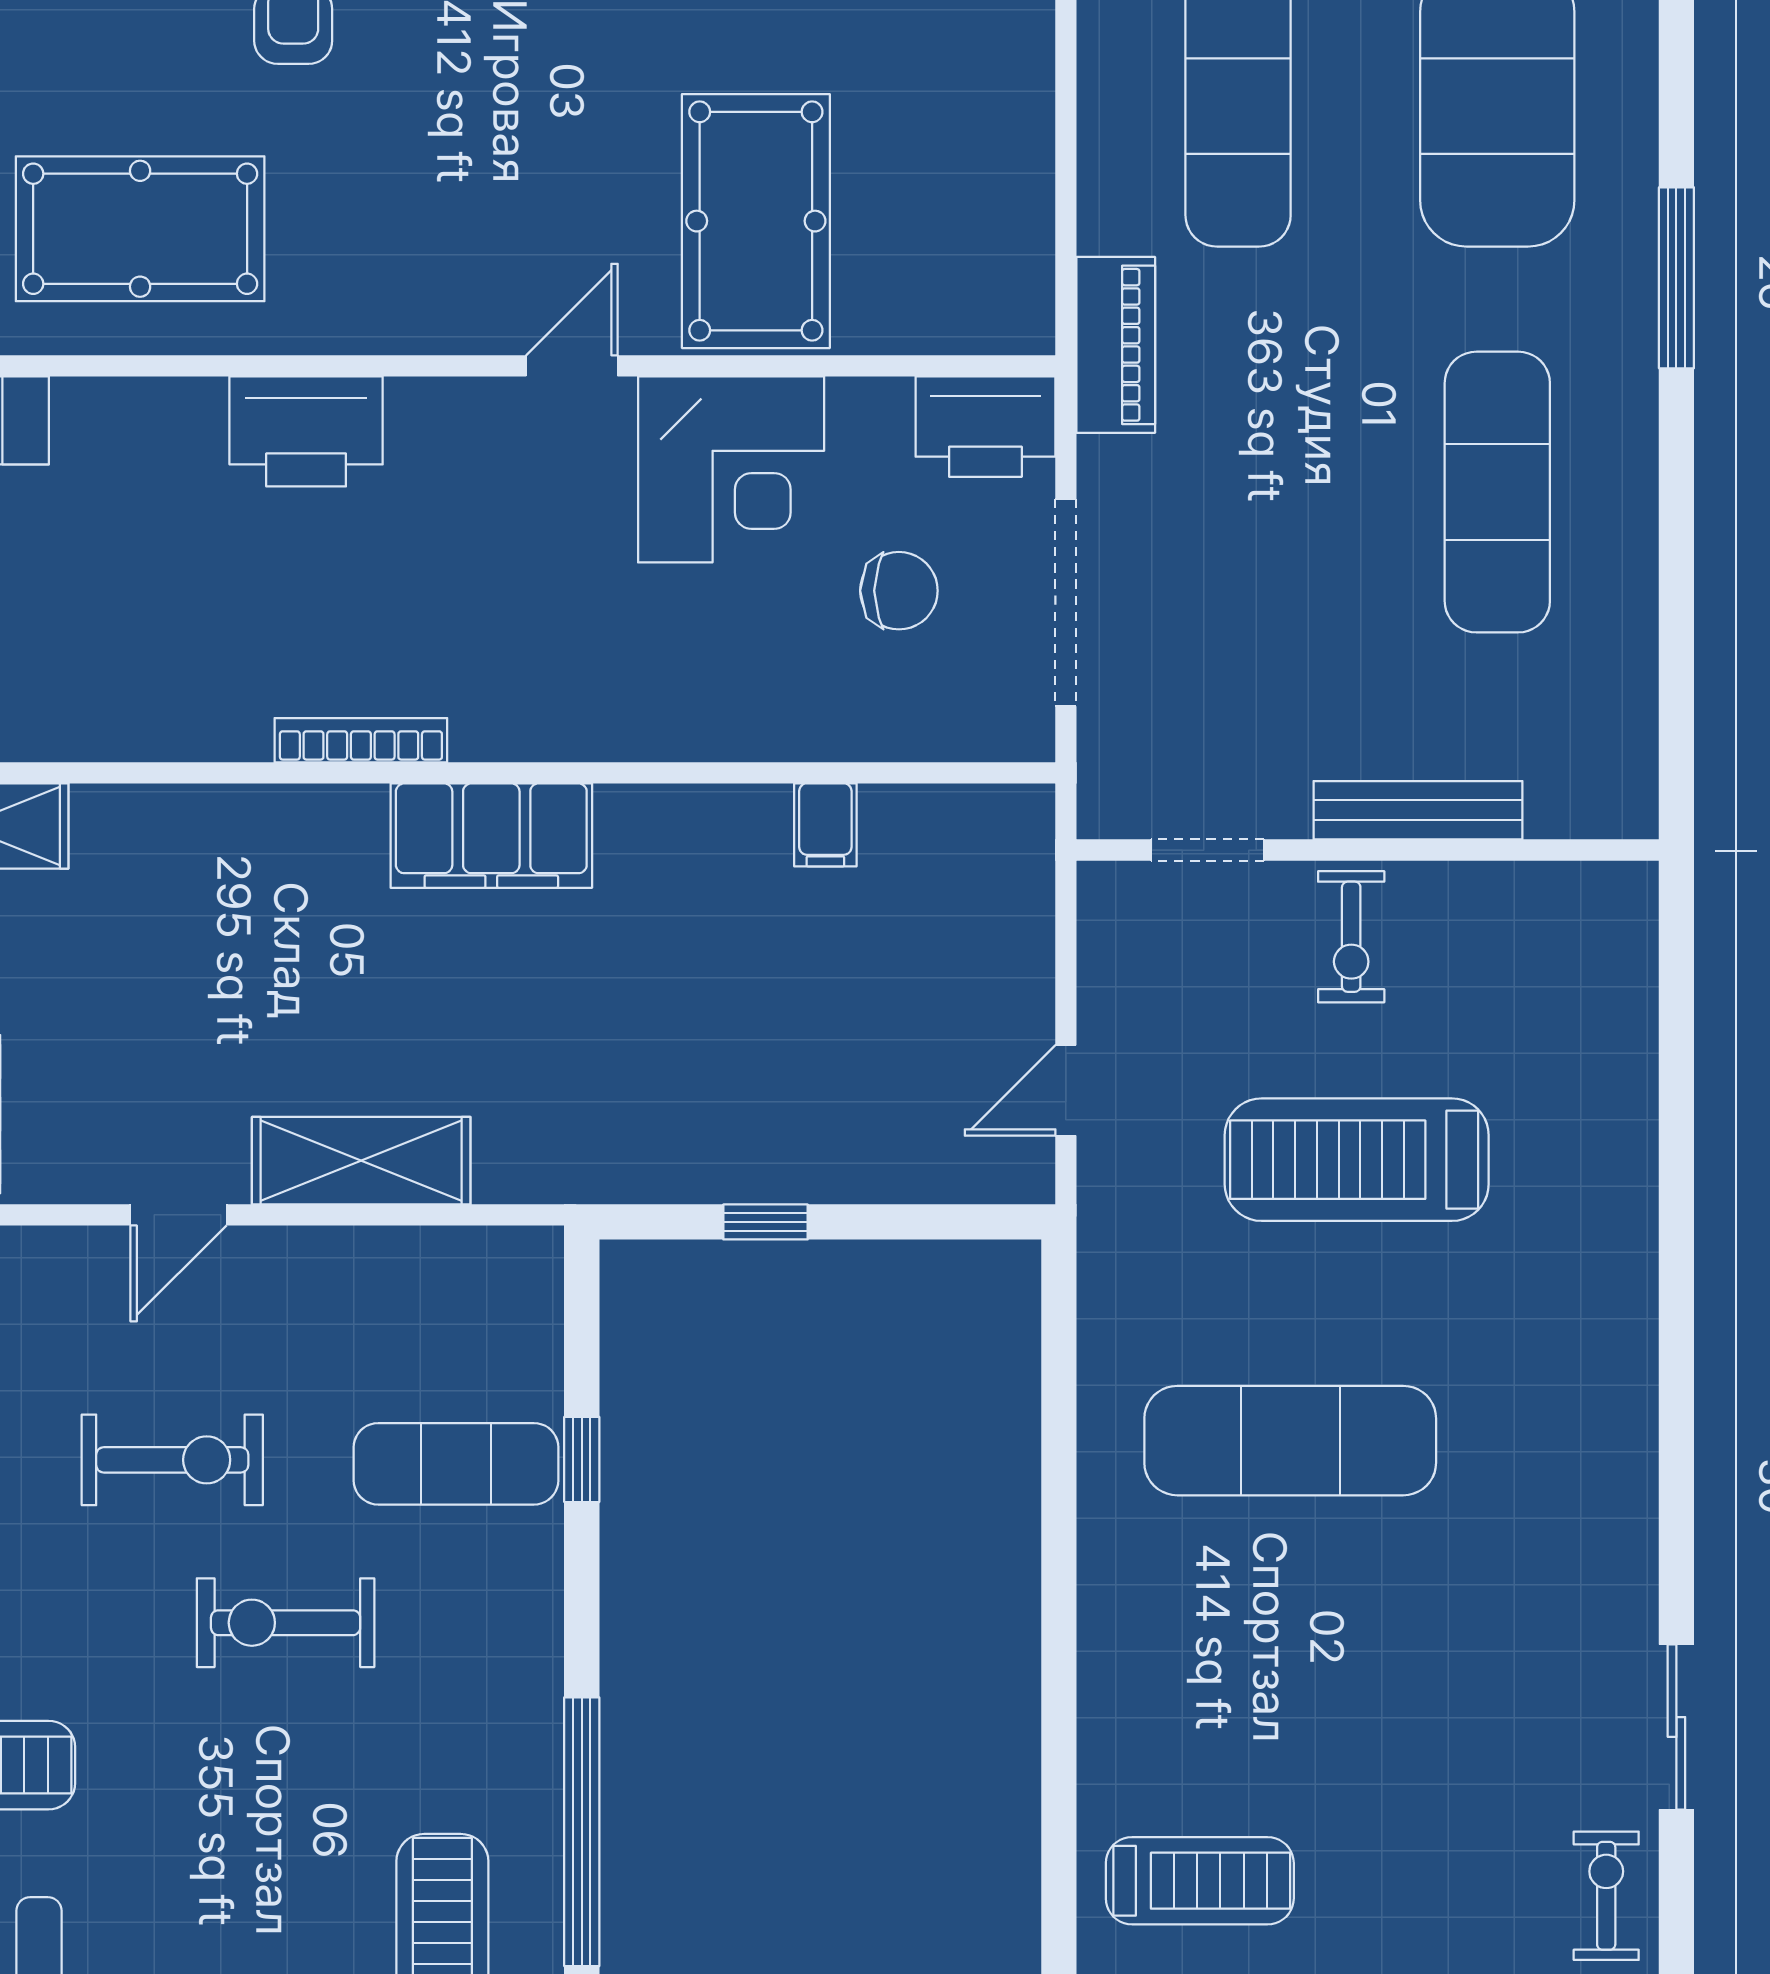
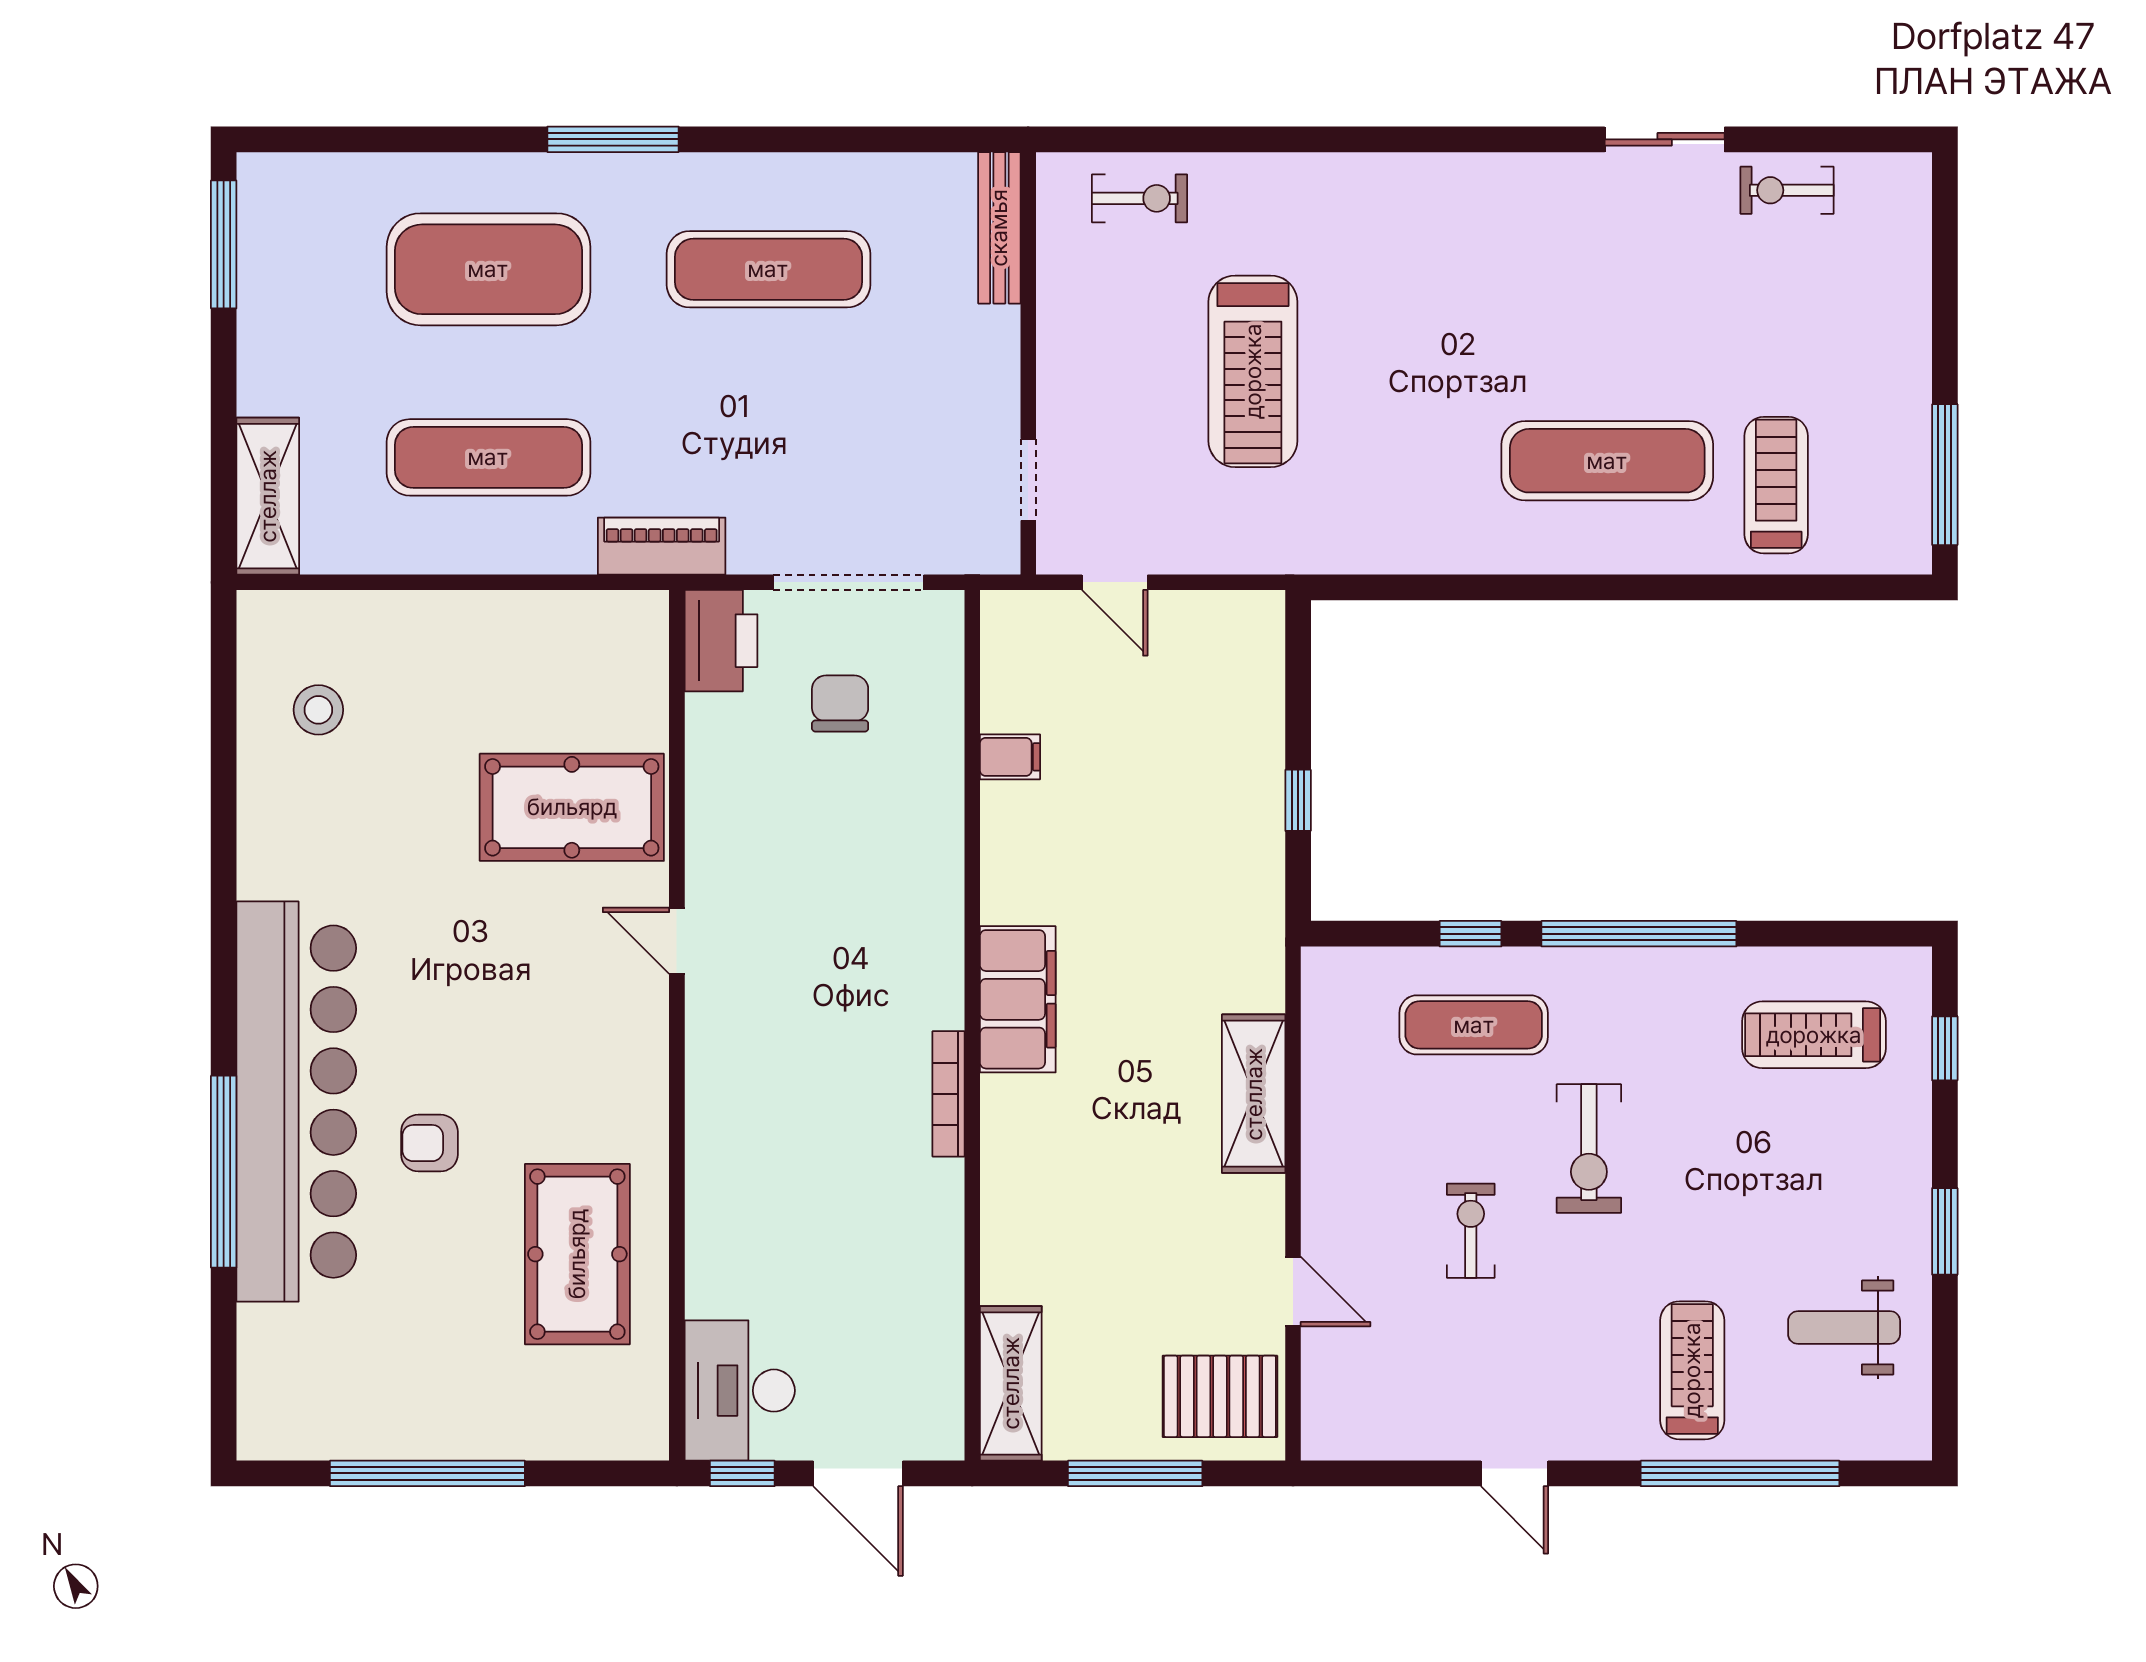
printer: (306, 431) -> (724, 1134), removed
corner desk: (731, 469) -> (752, 825), removed
bench: (1418, 810) -> (999, 228), moved
exercise bike: (1351, 937) -> (1140, 198), moved
door: (1066, 1090) -> (1115, 582), moved
door: (179, 1215) -> (1293, 1292), moved
exercise mat: (1290, 1441) -> (1607, 461), moved, turned 90
exercise bike: (172, 1460) -> (1471, 1231), width x0.73, depth x0.72
exercise mat: (456, 1464) -> (1474, 1025), turned 90
window: (582, 1832) -> (1639, 934), moved

